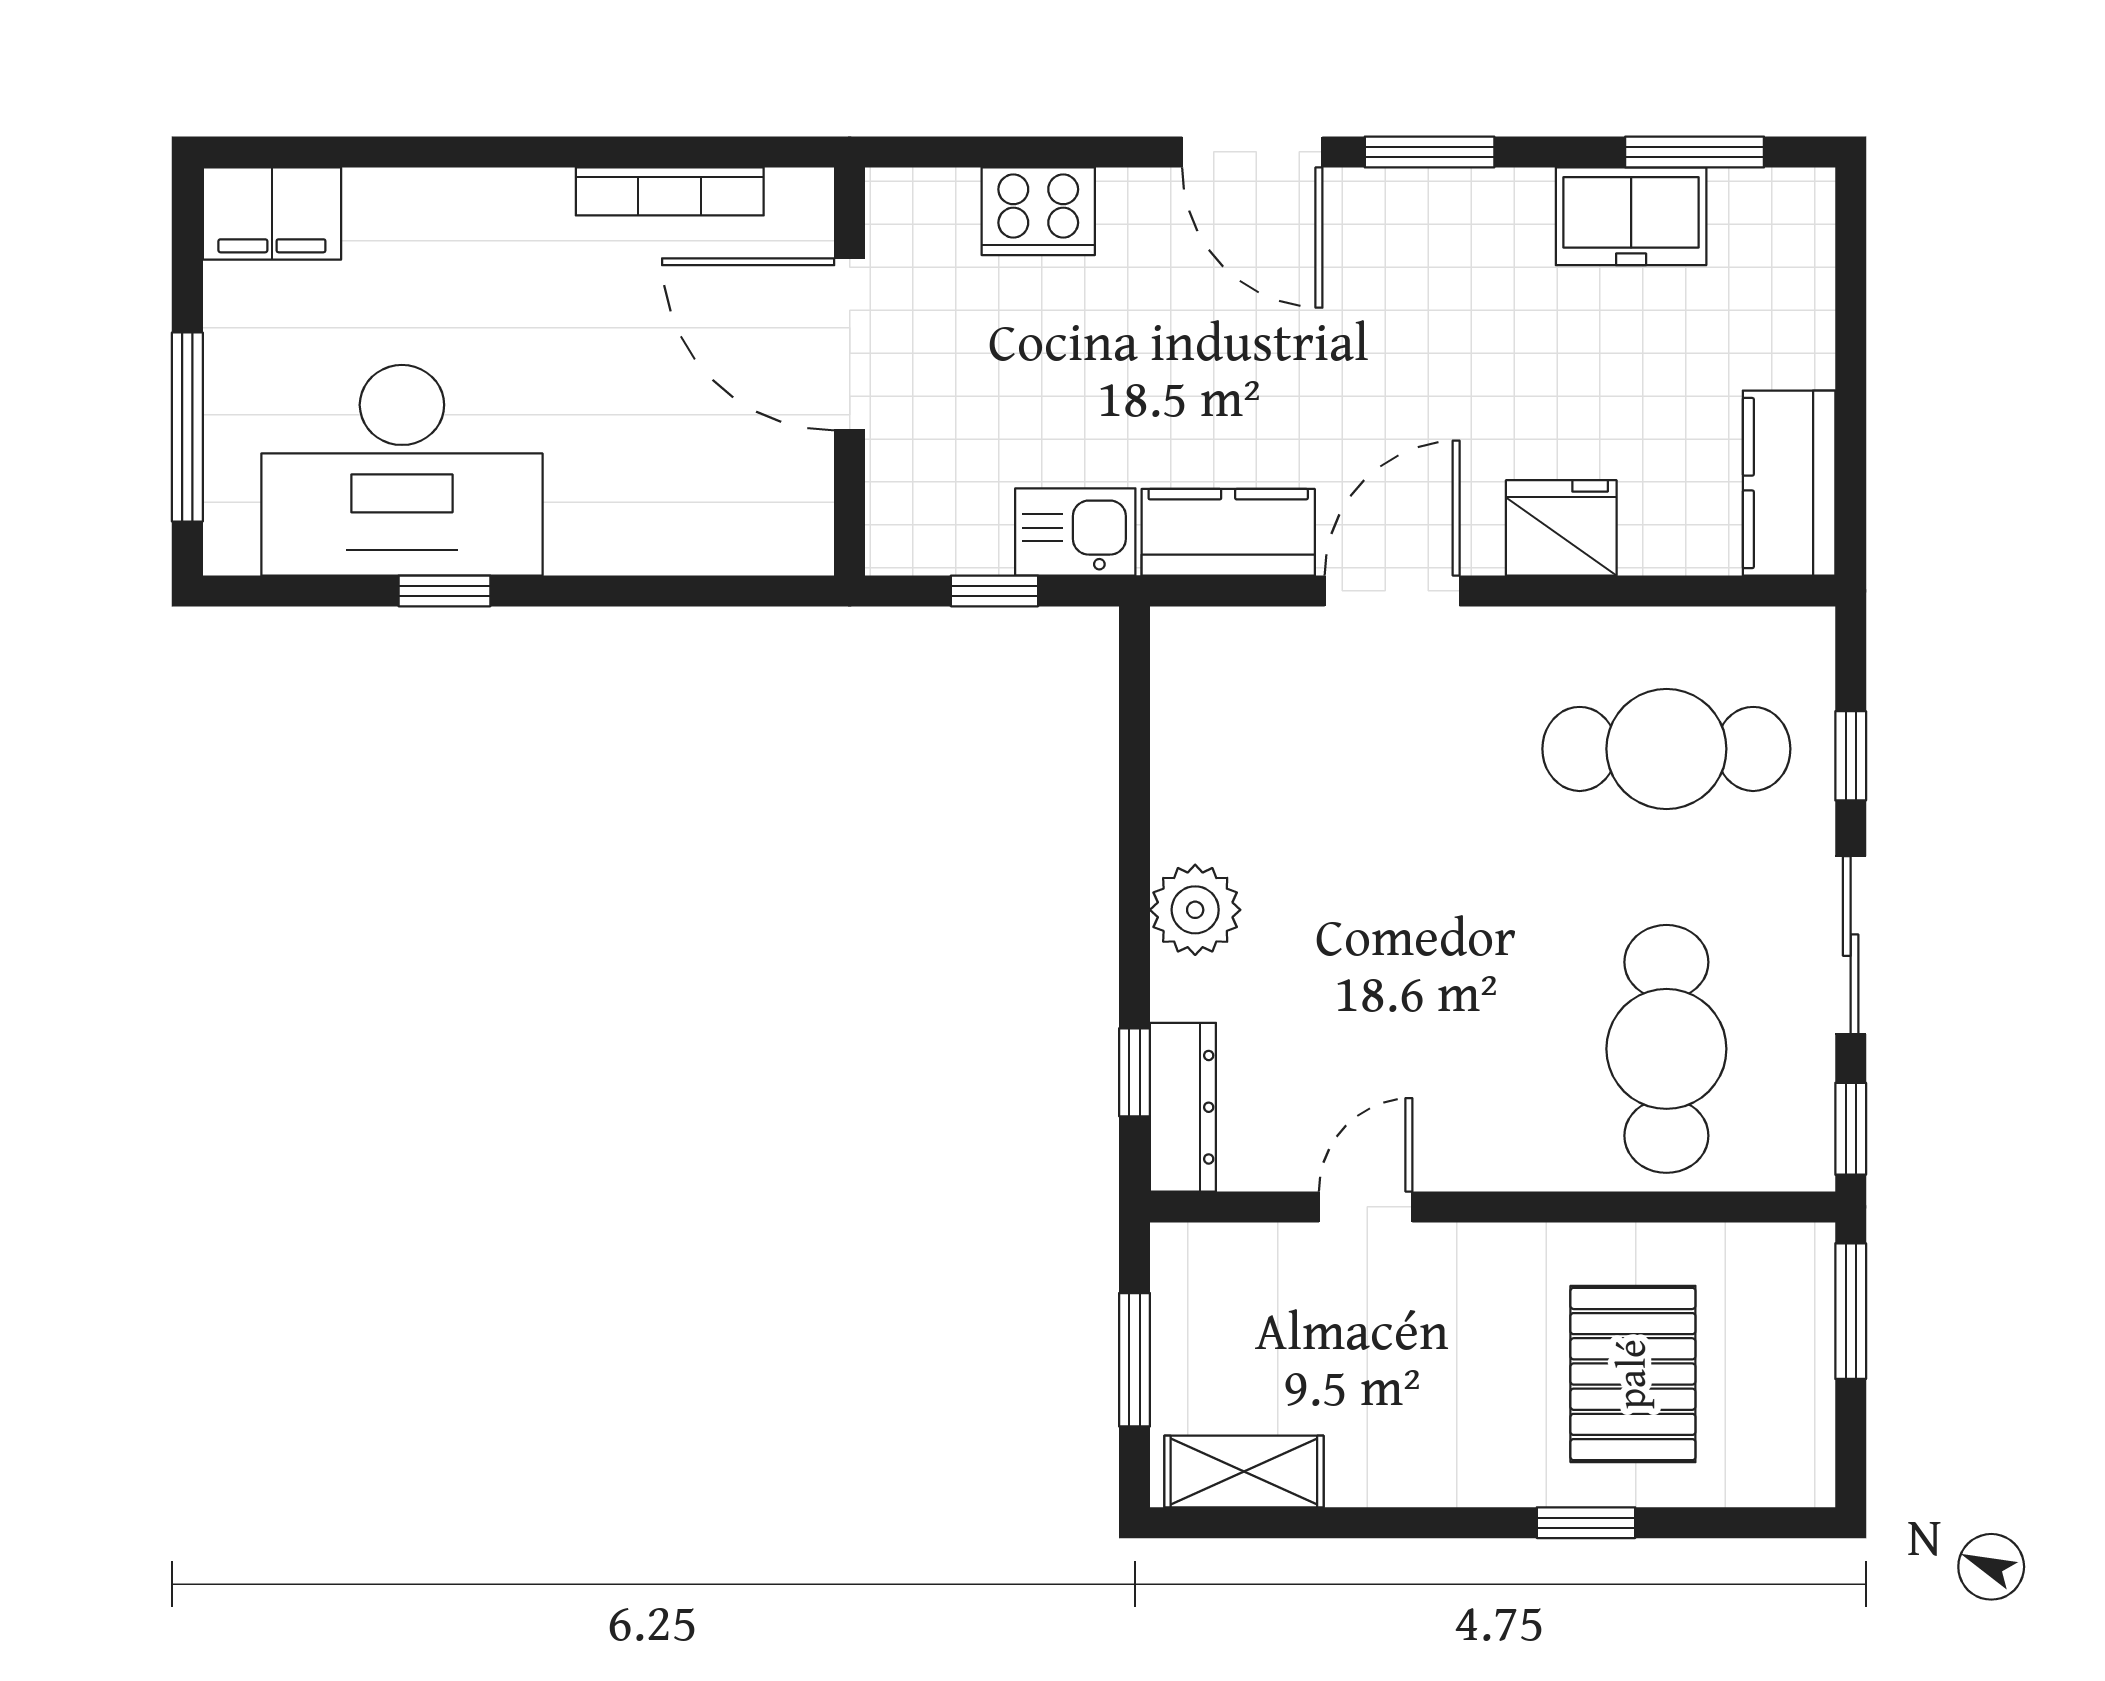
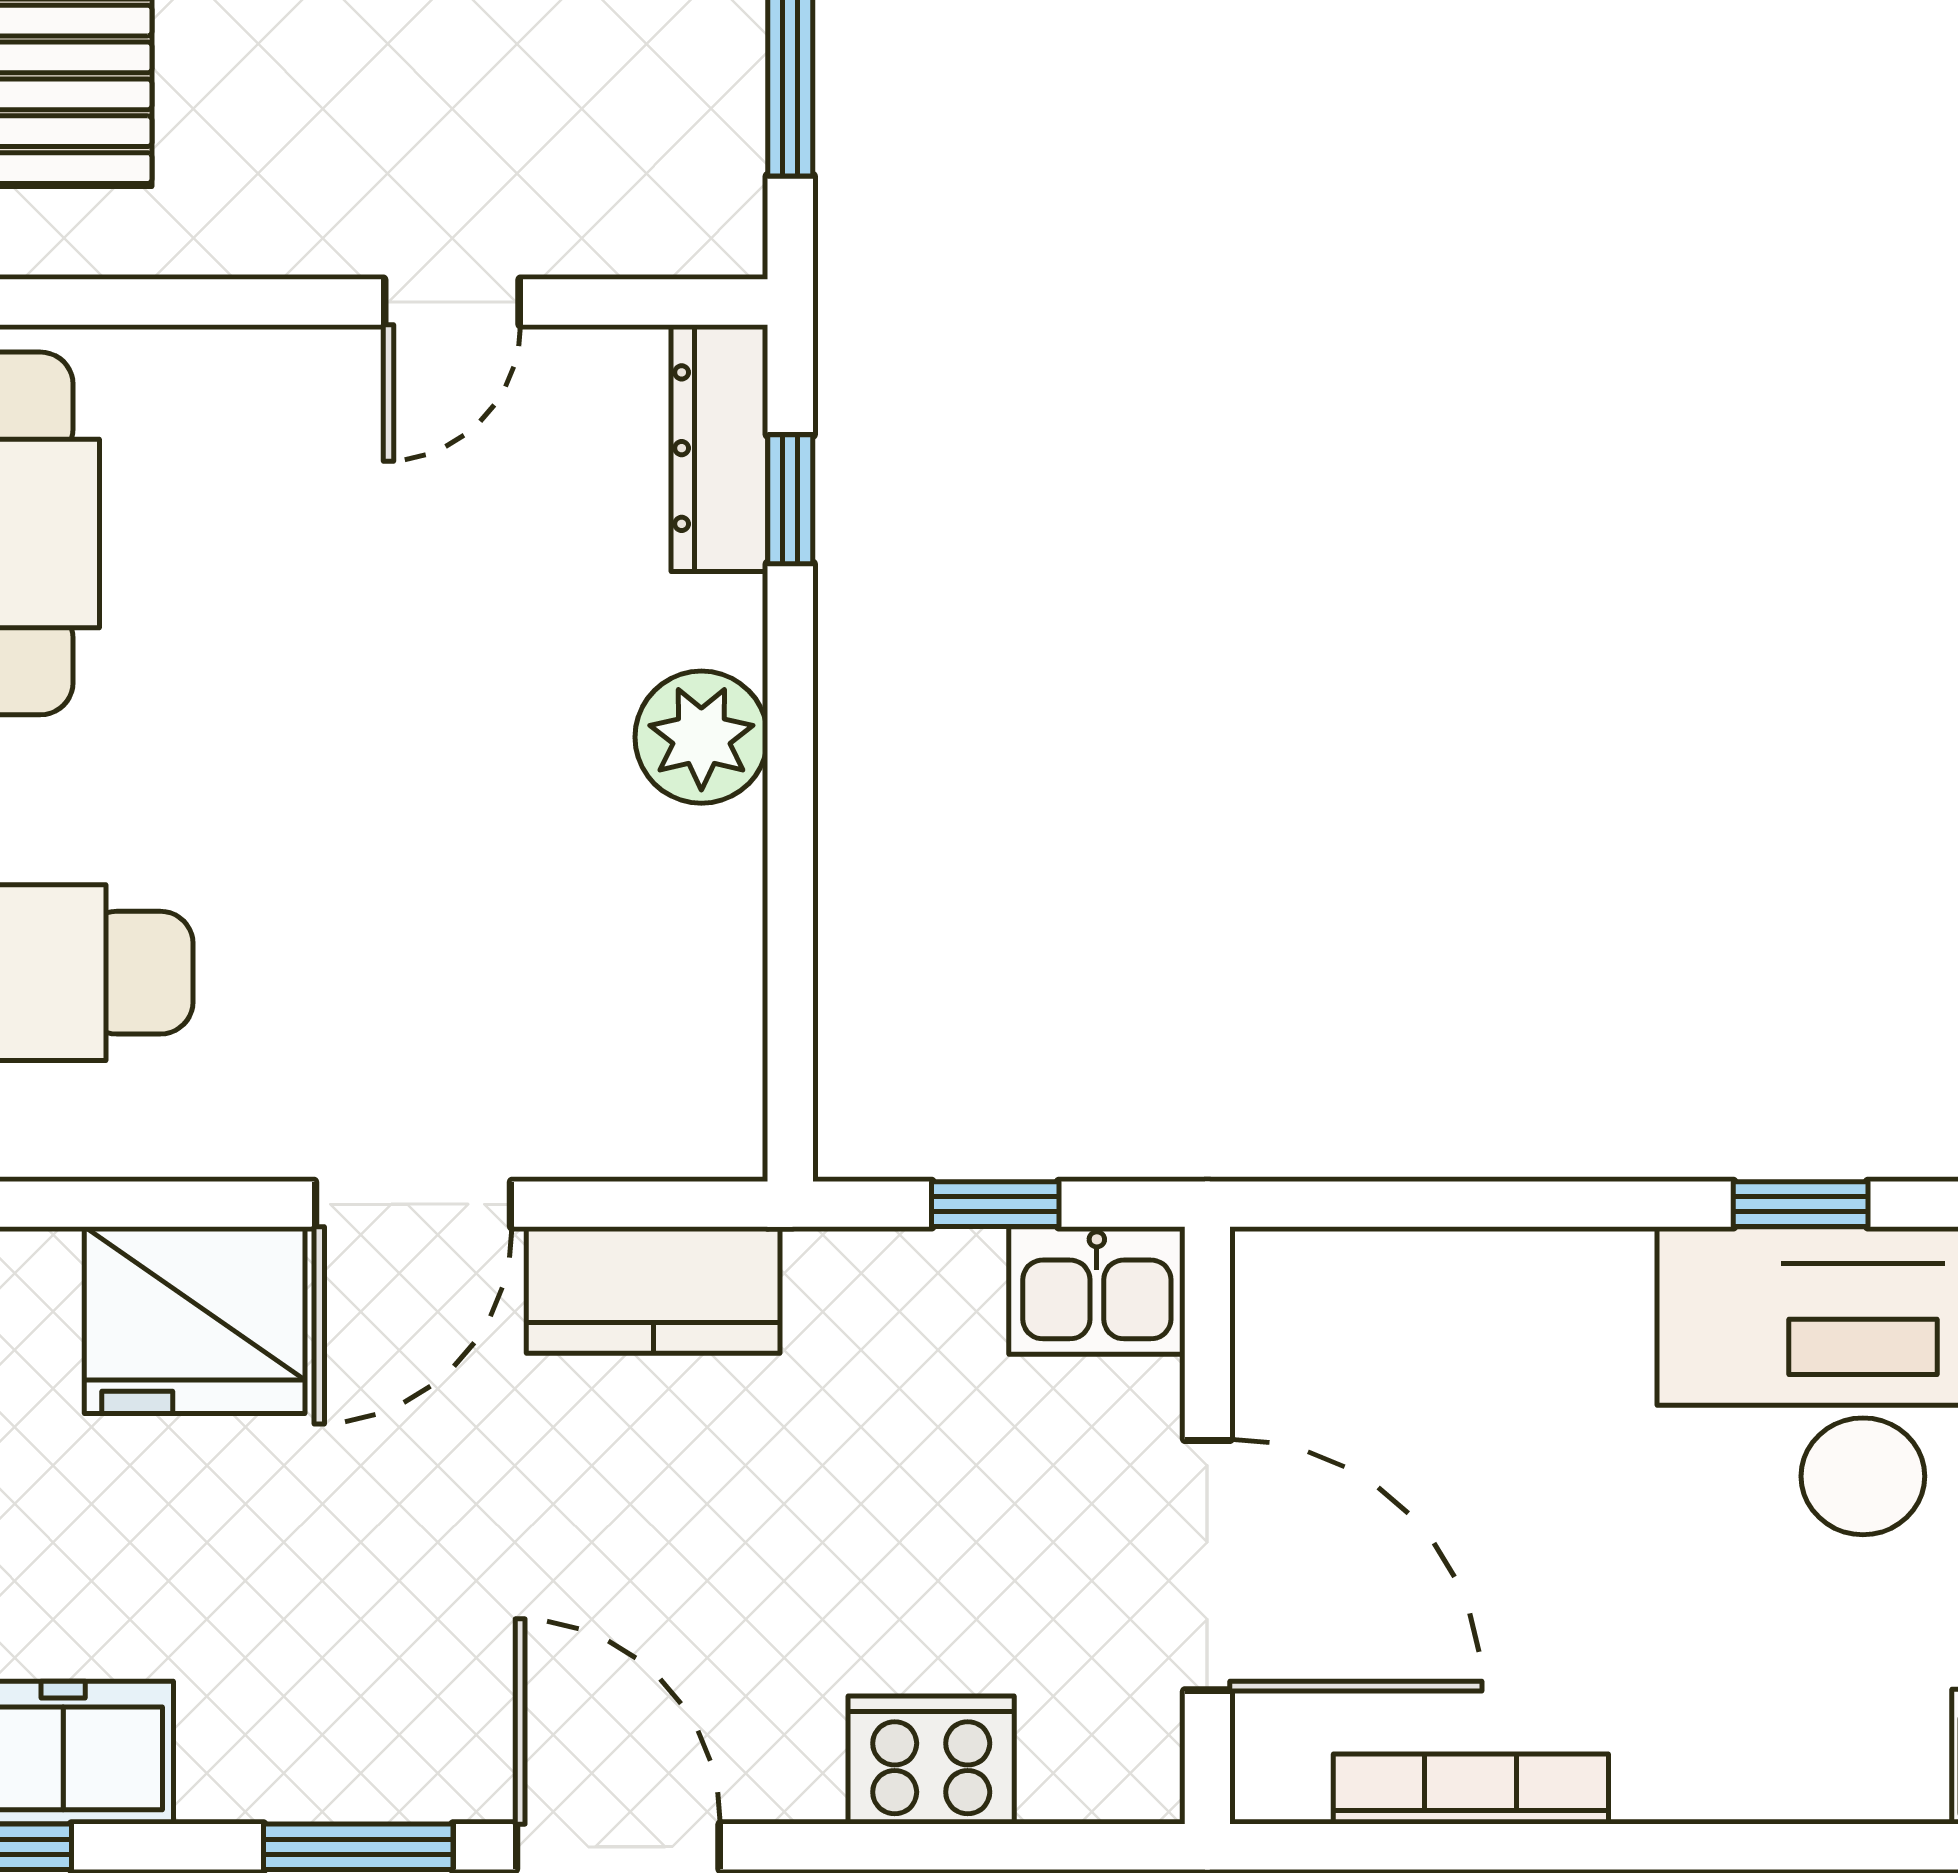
fridge: (1561, 528) -> (195, 1320), width x1.36, depth x1.34
kitchen sink: (1075, 532) -> (1097, 1290), moved

